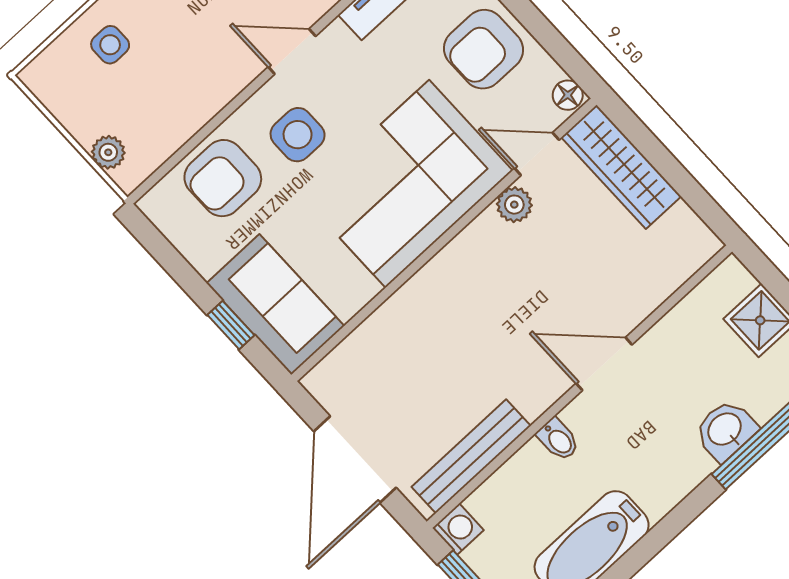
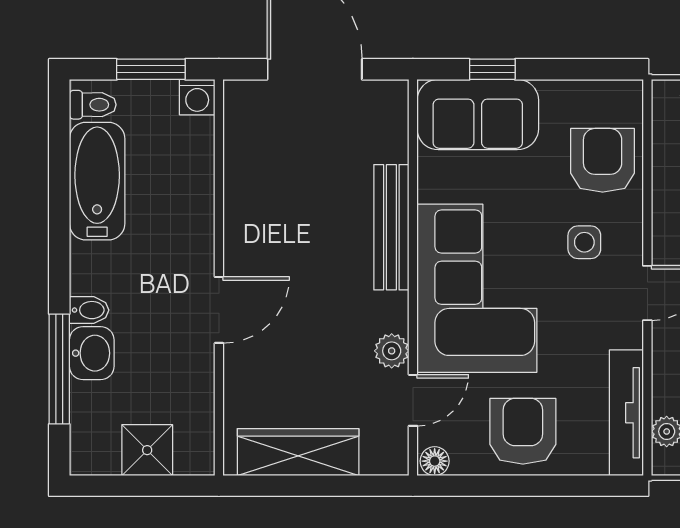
side table: (298, 135) -> (584, 242), width x0.73, depth x0.73
wardrobe: (621, 167) -> (298, 452), moved
bidet: (558, 440) -> (89, 310), moved, turned 180
bench: (471, 456) -> (391, 227), moved

